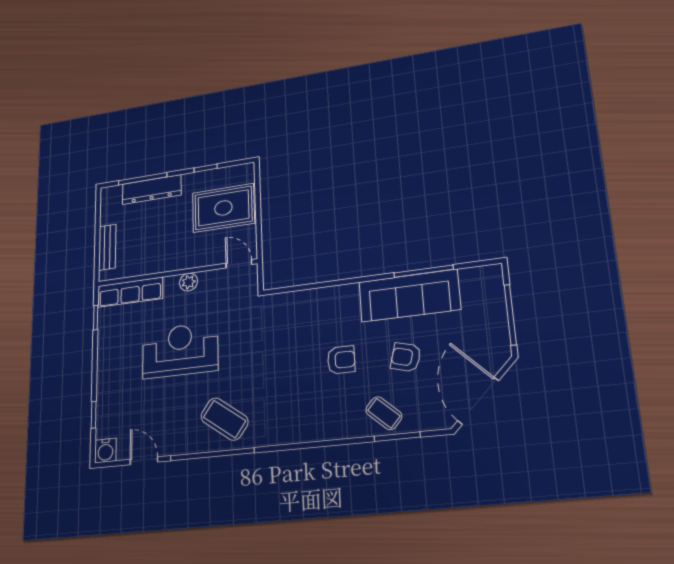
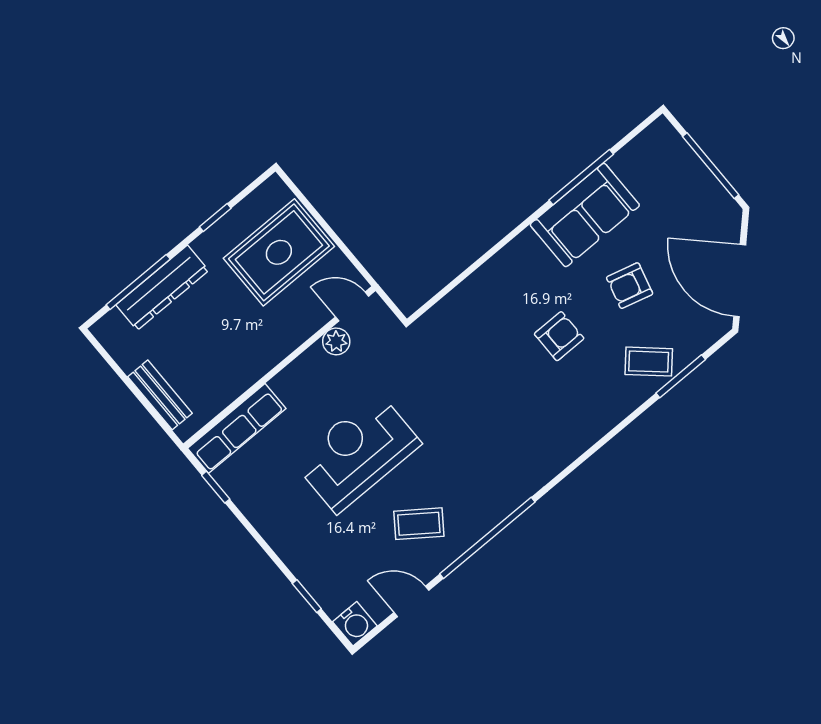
plant: (188, 282) -> (336, 341), moved
sofa: (409, 296) -> (585, 215), width x0.73
coffee table: (224, 419) -> (419, 524), moved, width x0.73, depth x0.77

